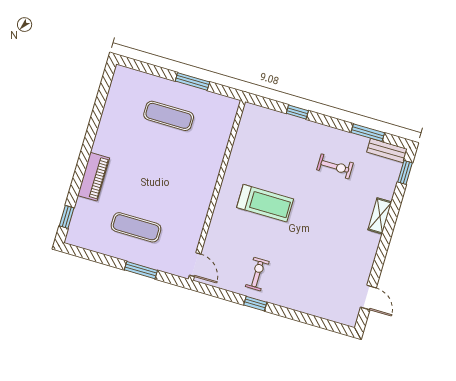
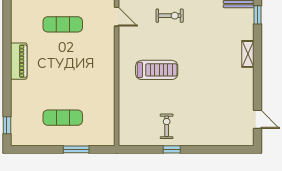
exercise bike: (335, 166) -> (170, 16), moved
piano: (94, 177) -> (19, 61), moved
door: (195, 265) -> (117, 17), moved

